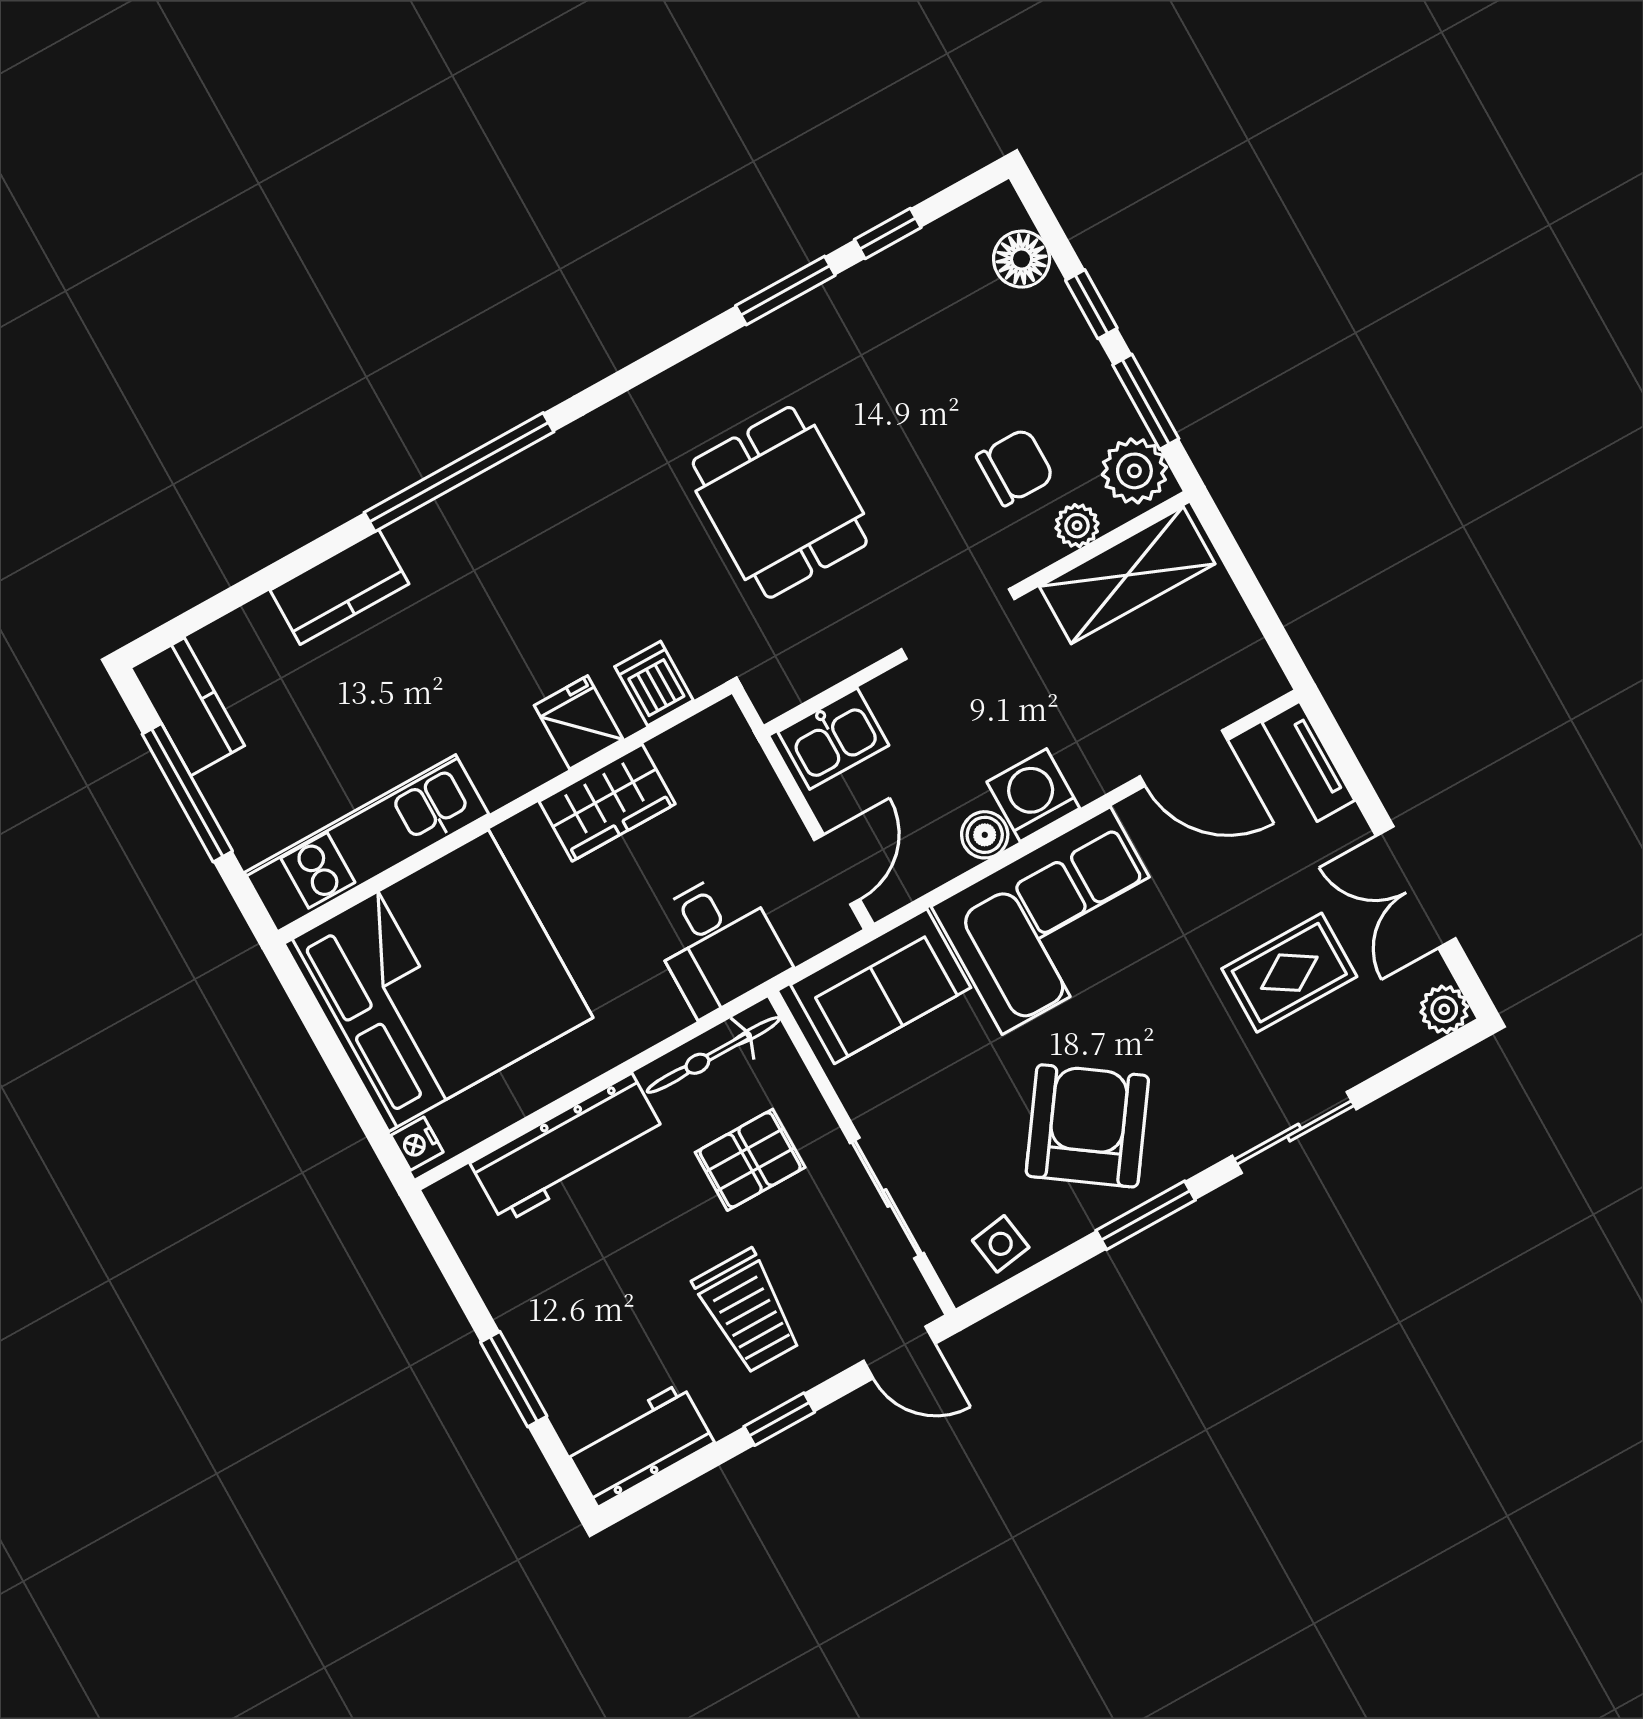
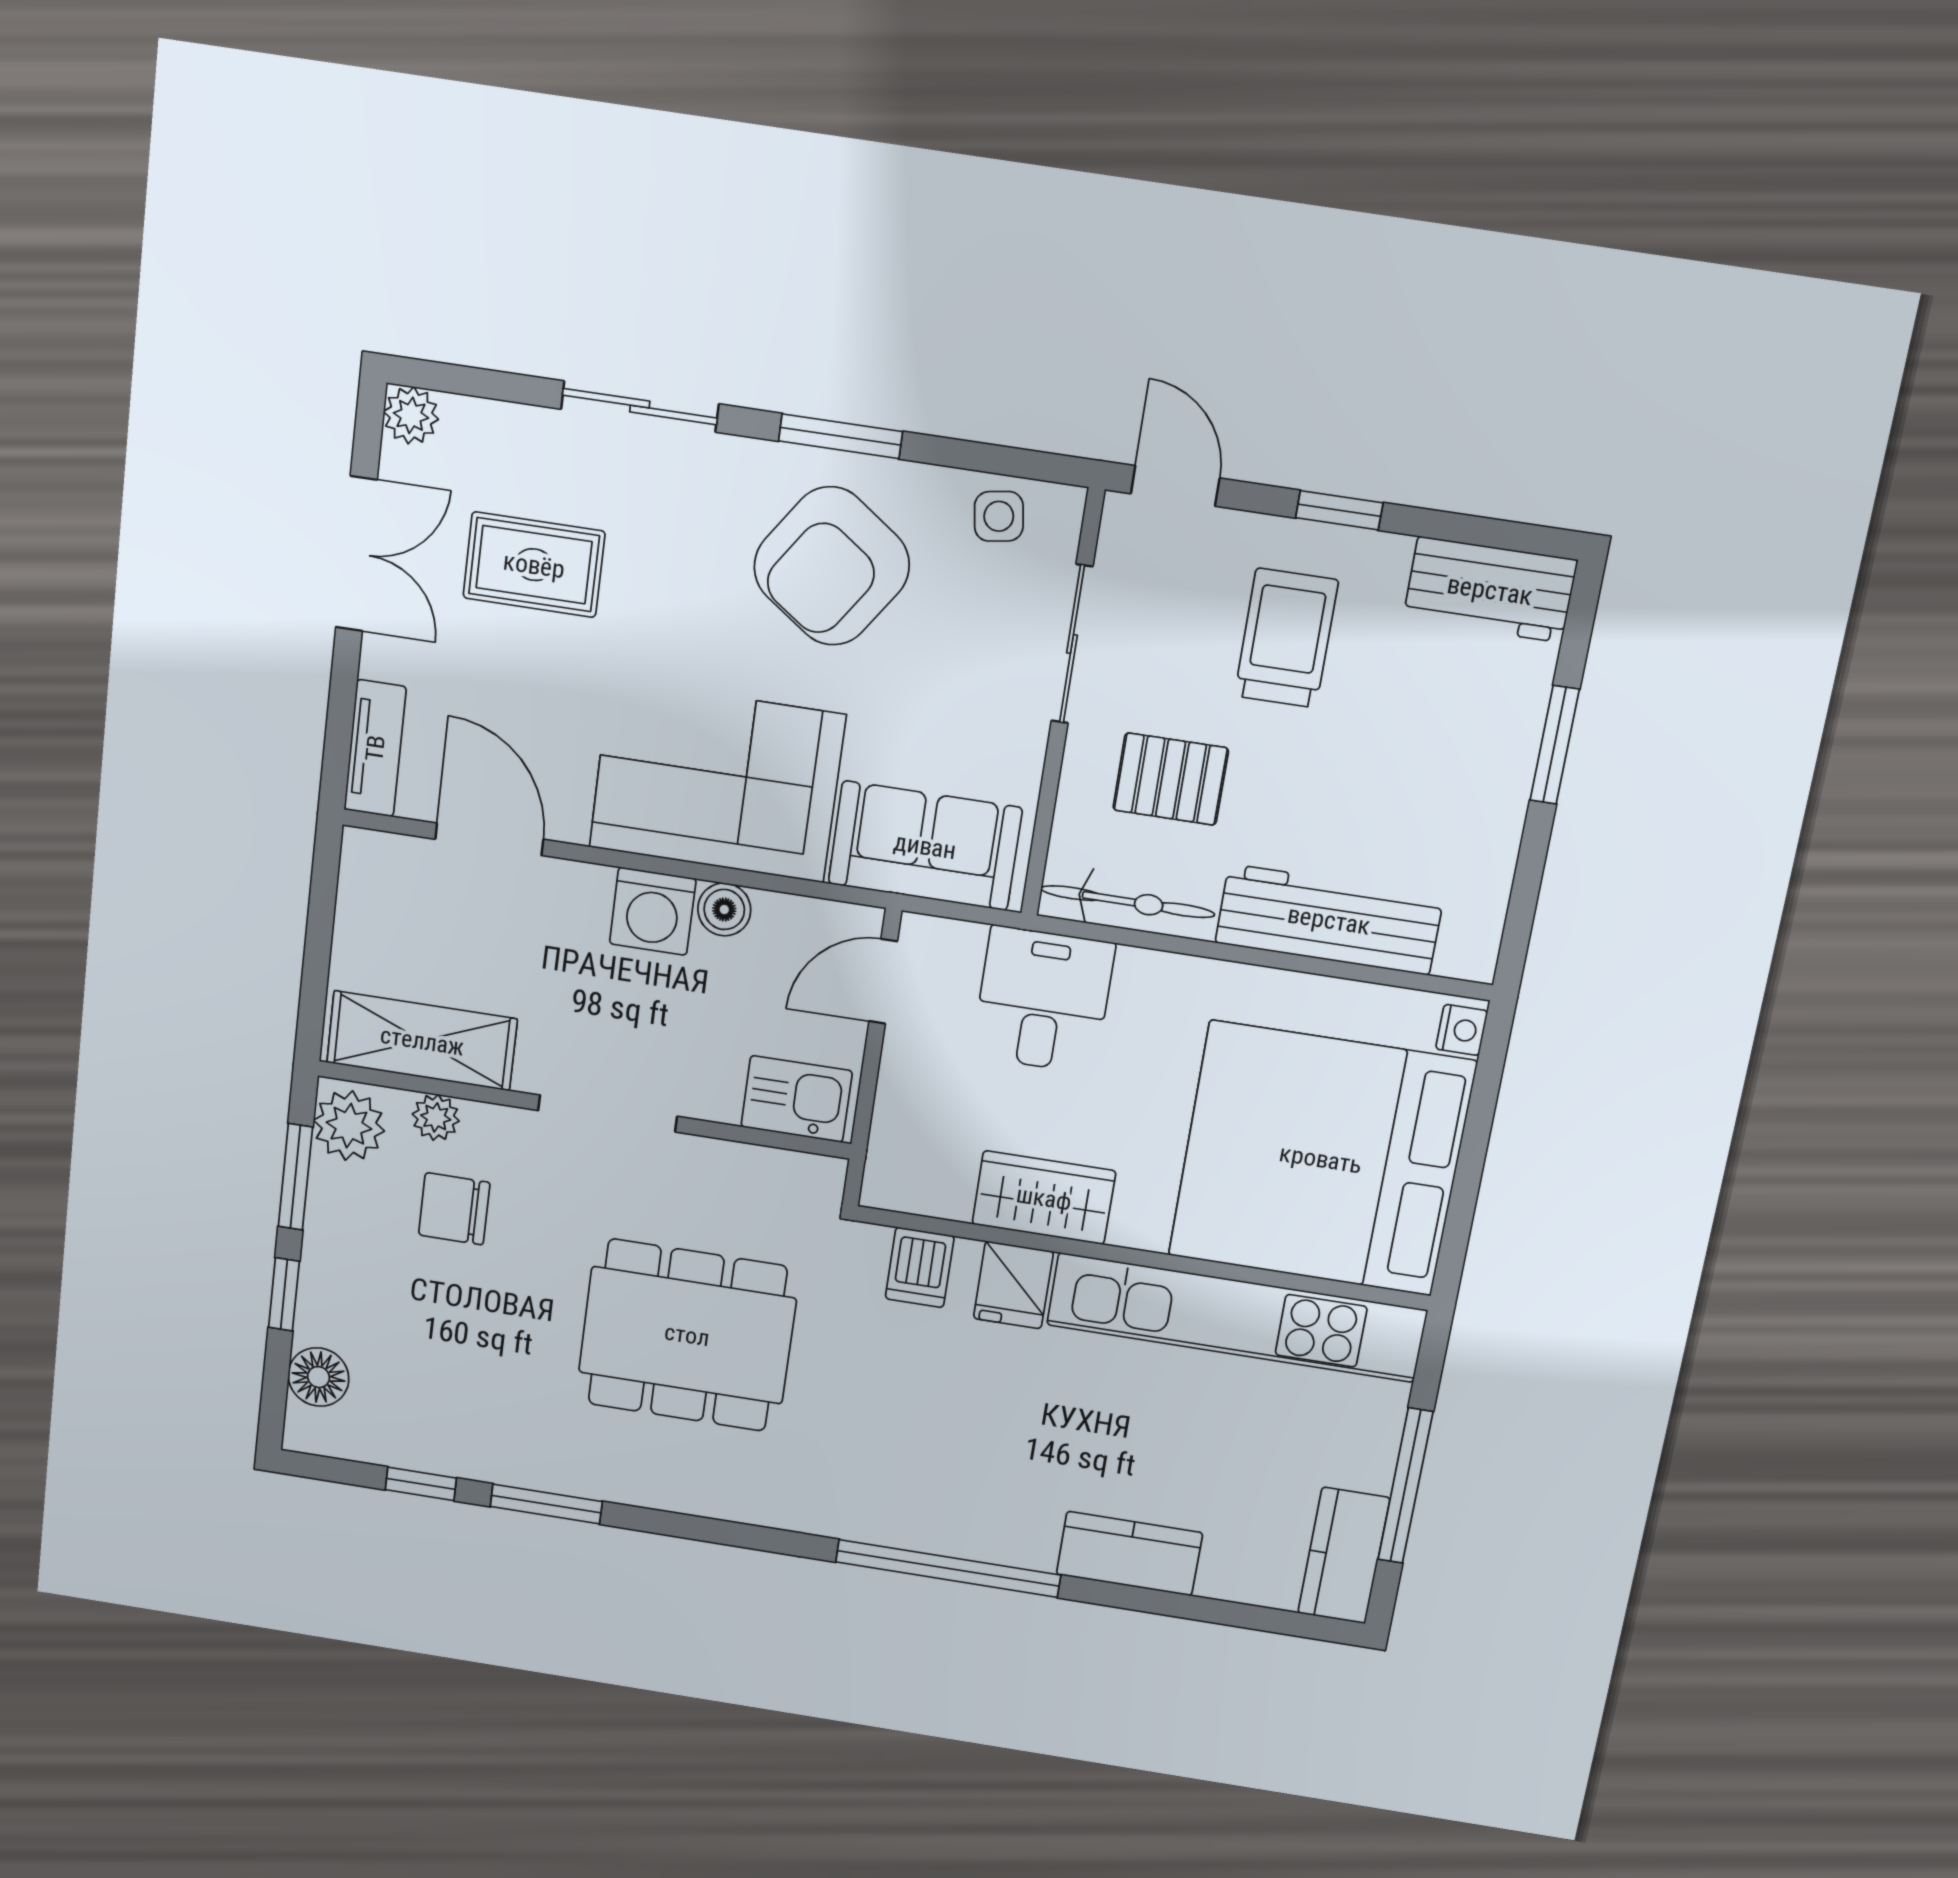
dining table: (780, 502) -> (687, 1335), width x1.38
kitchen unit: (367, 843) -> (1236, 1317), width x1.36

